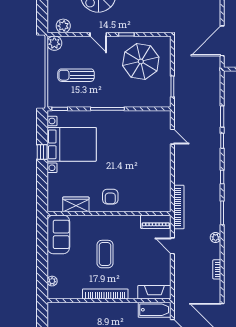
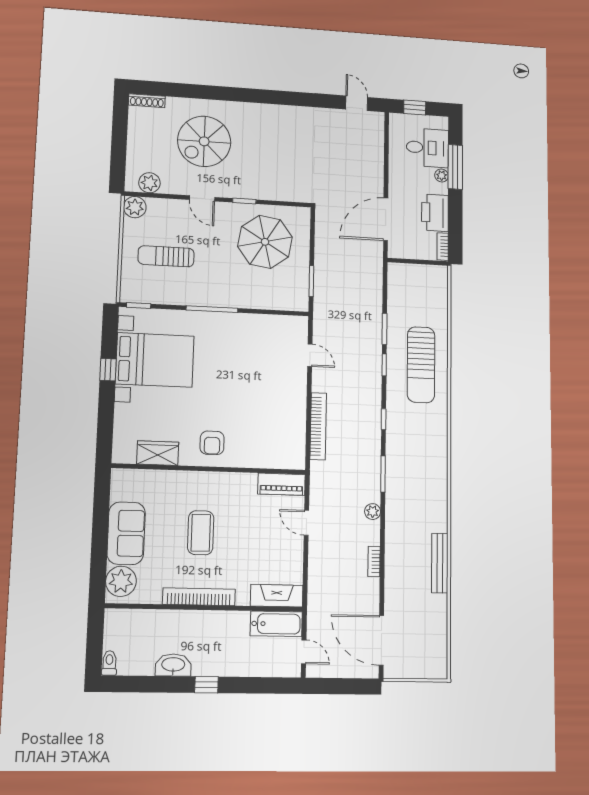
bookcase: (179, 207) -> (318, 426), moved
sofa: (58, 234) -> (126, 533), moved
plant: (52, 281) -> (121, 581), width x1.87, depth x1.87

